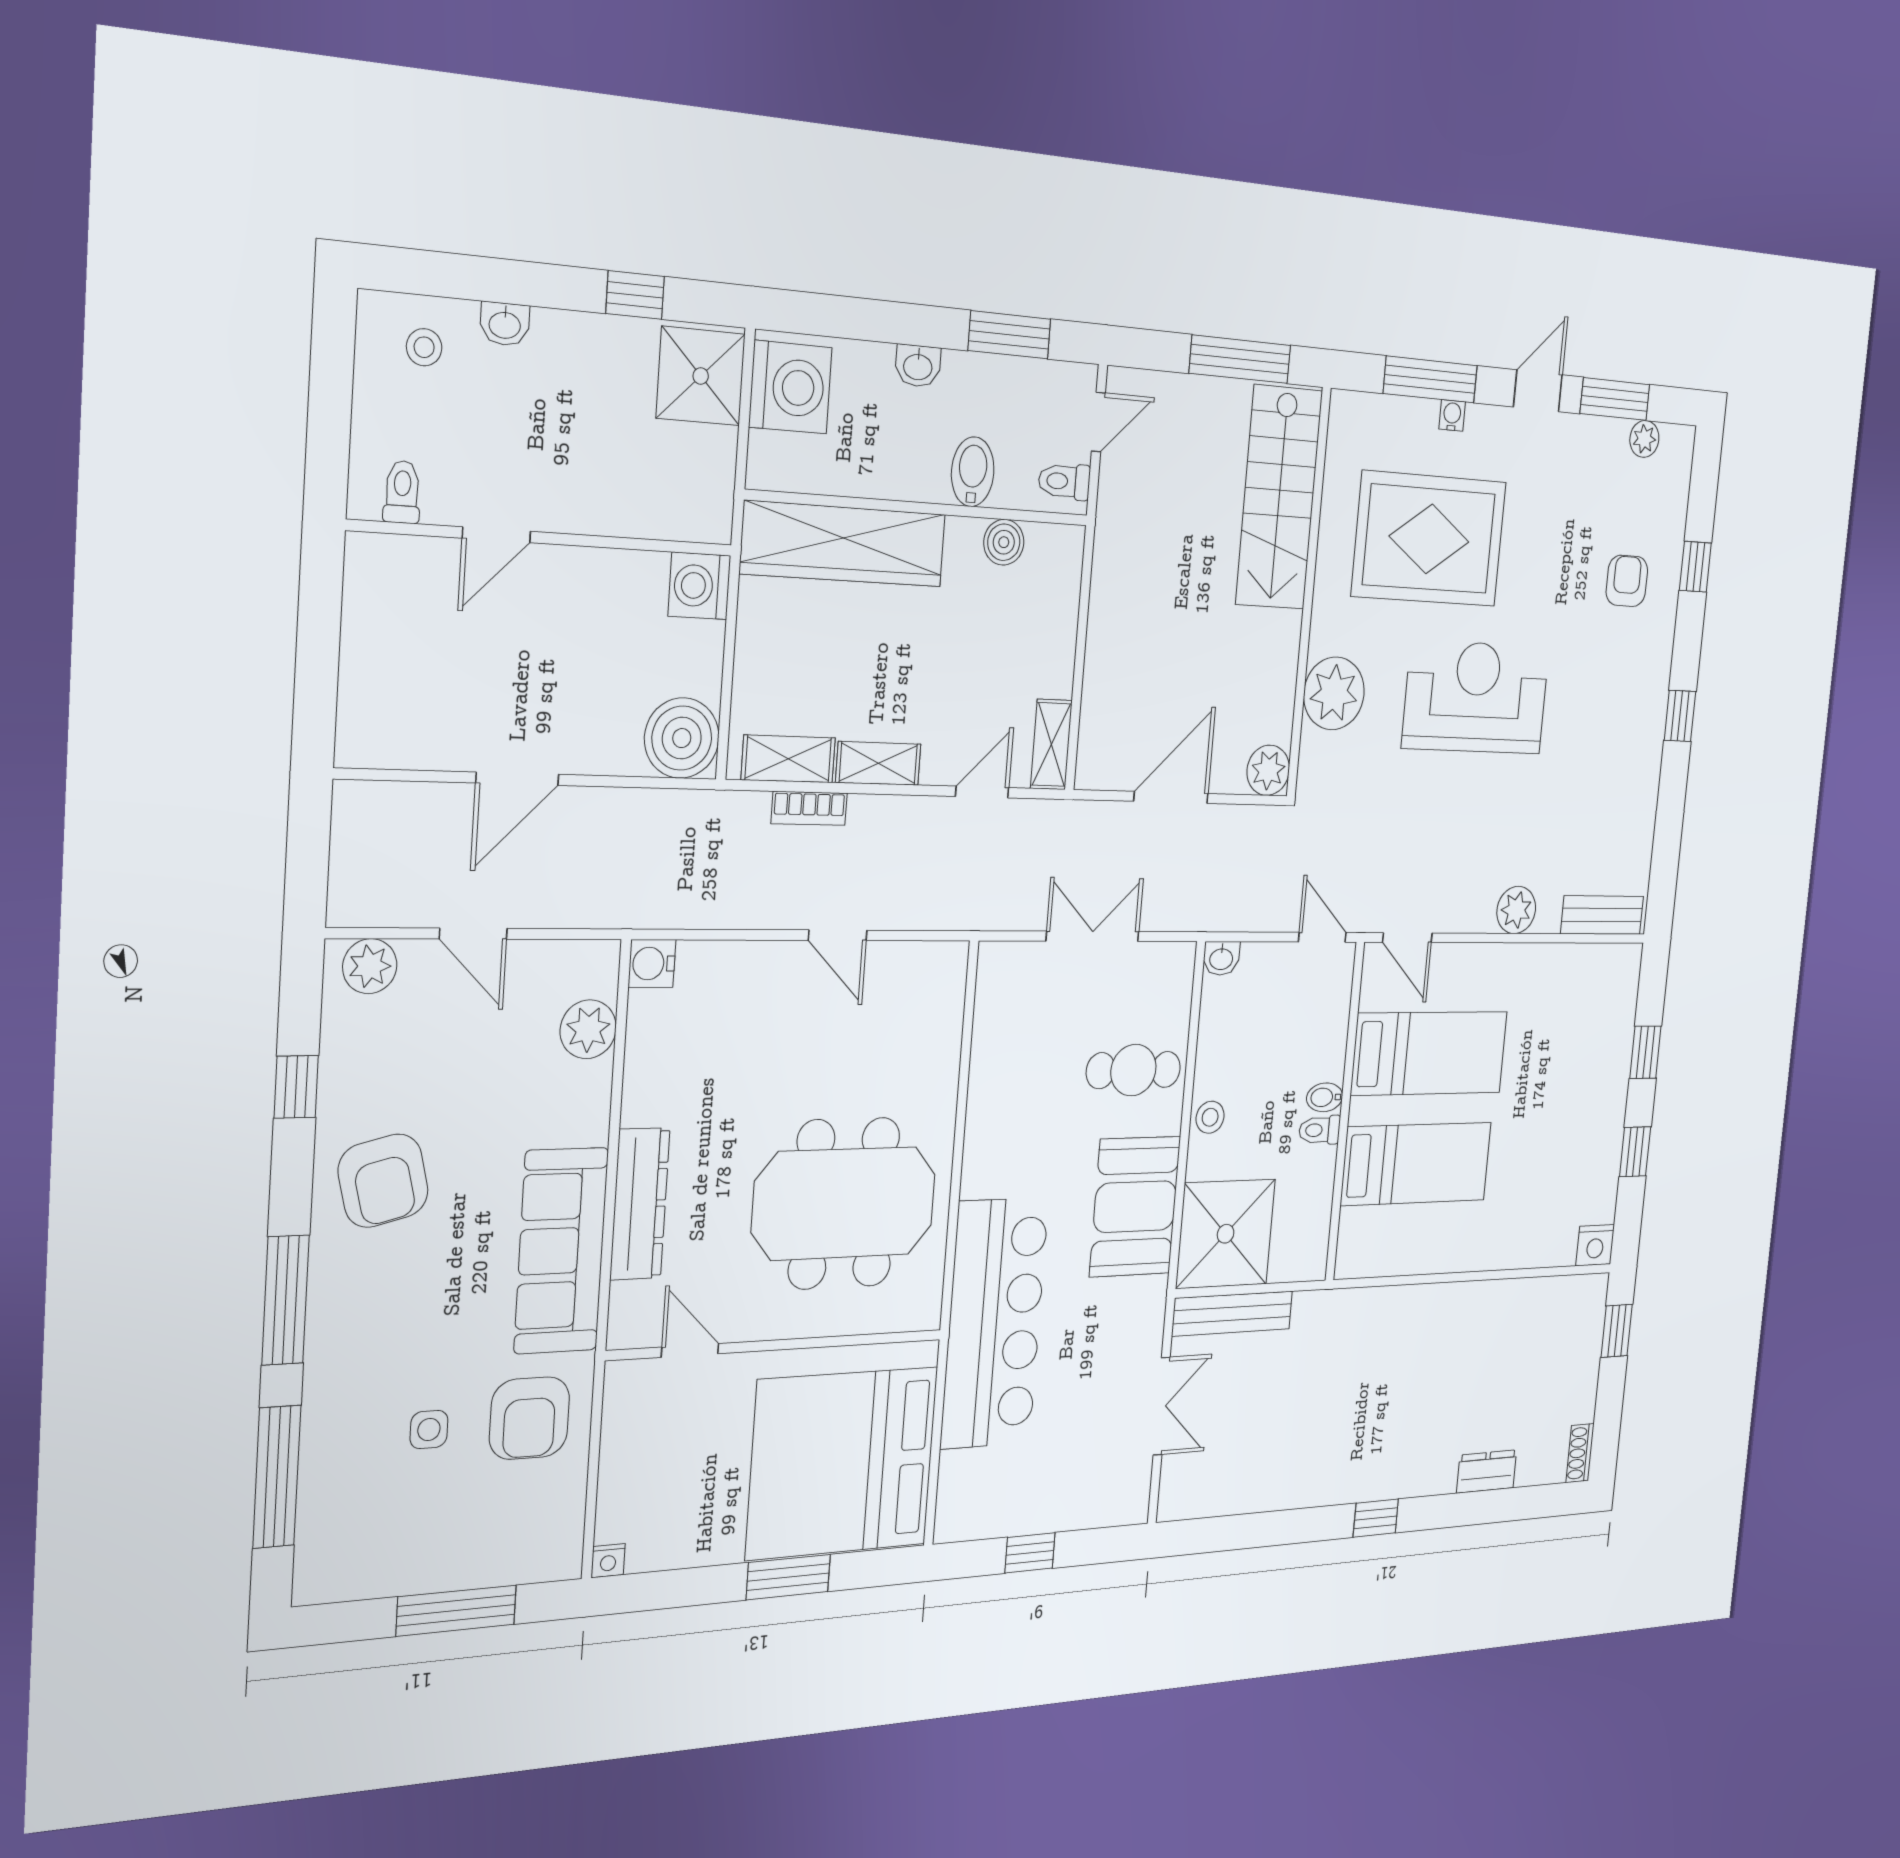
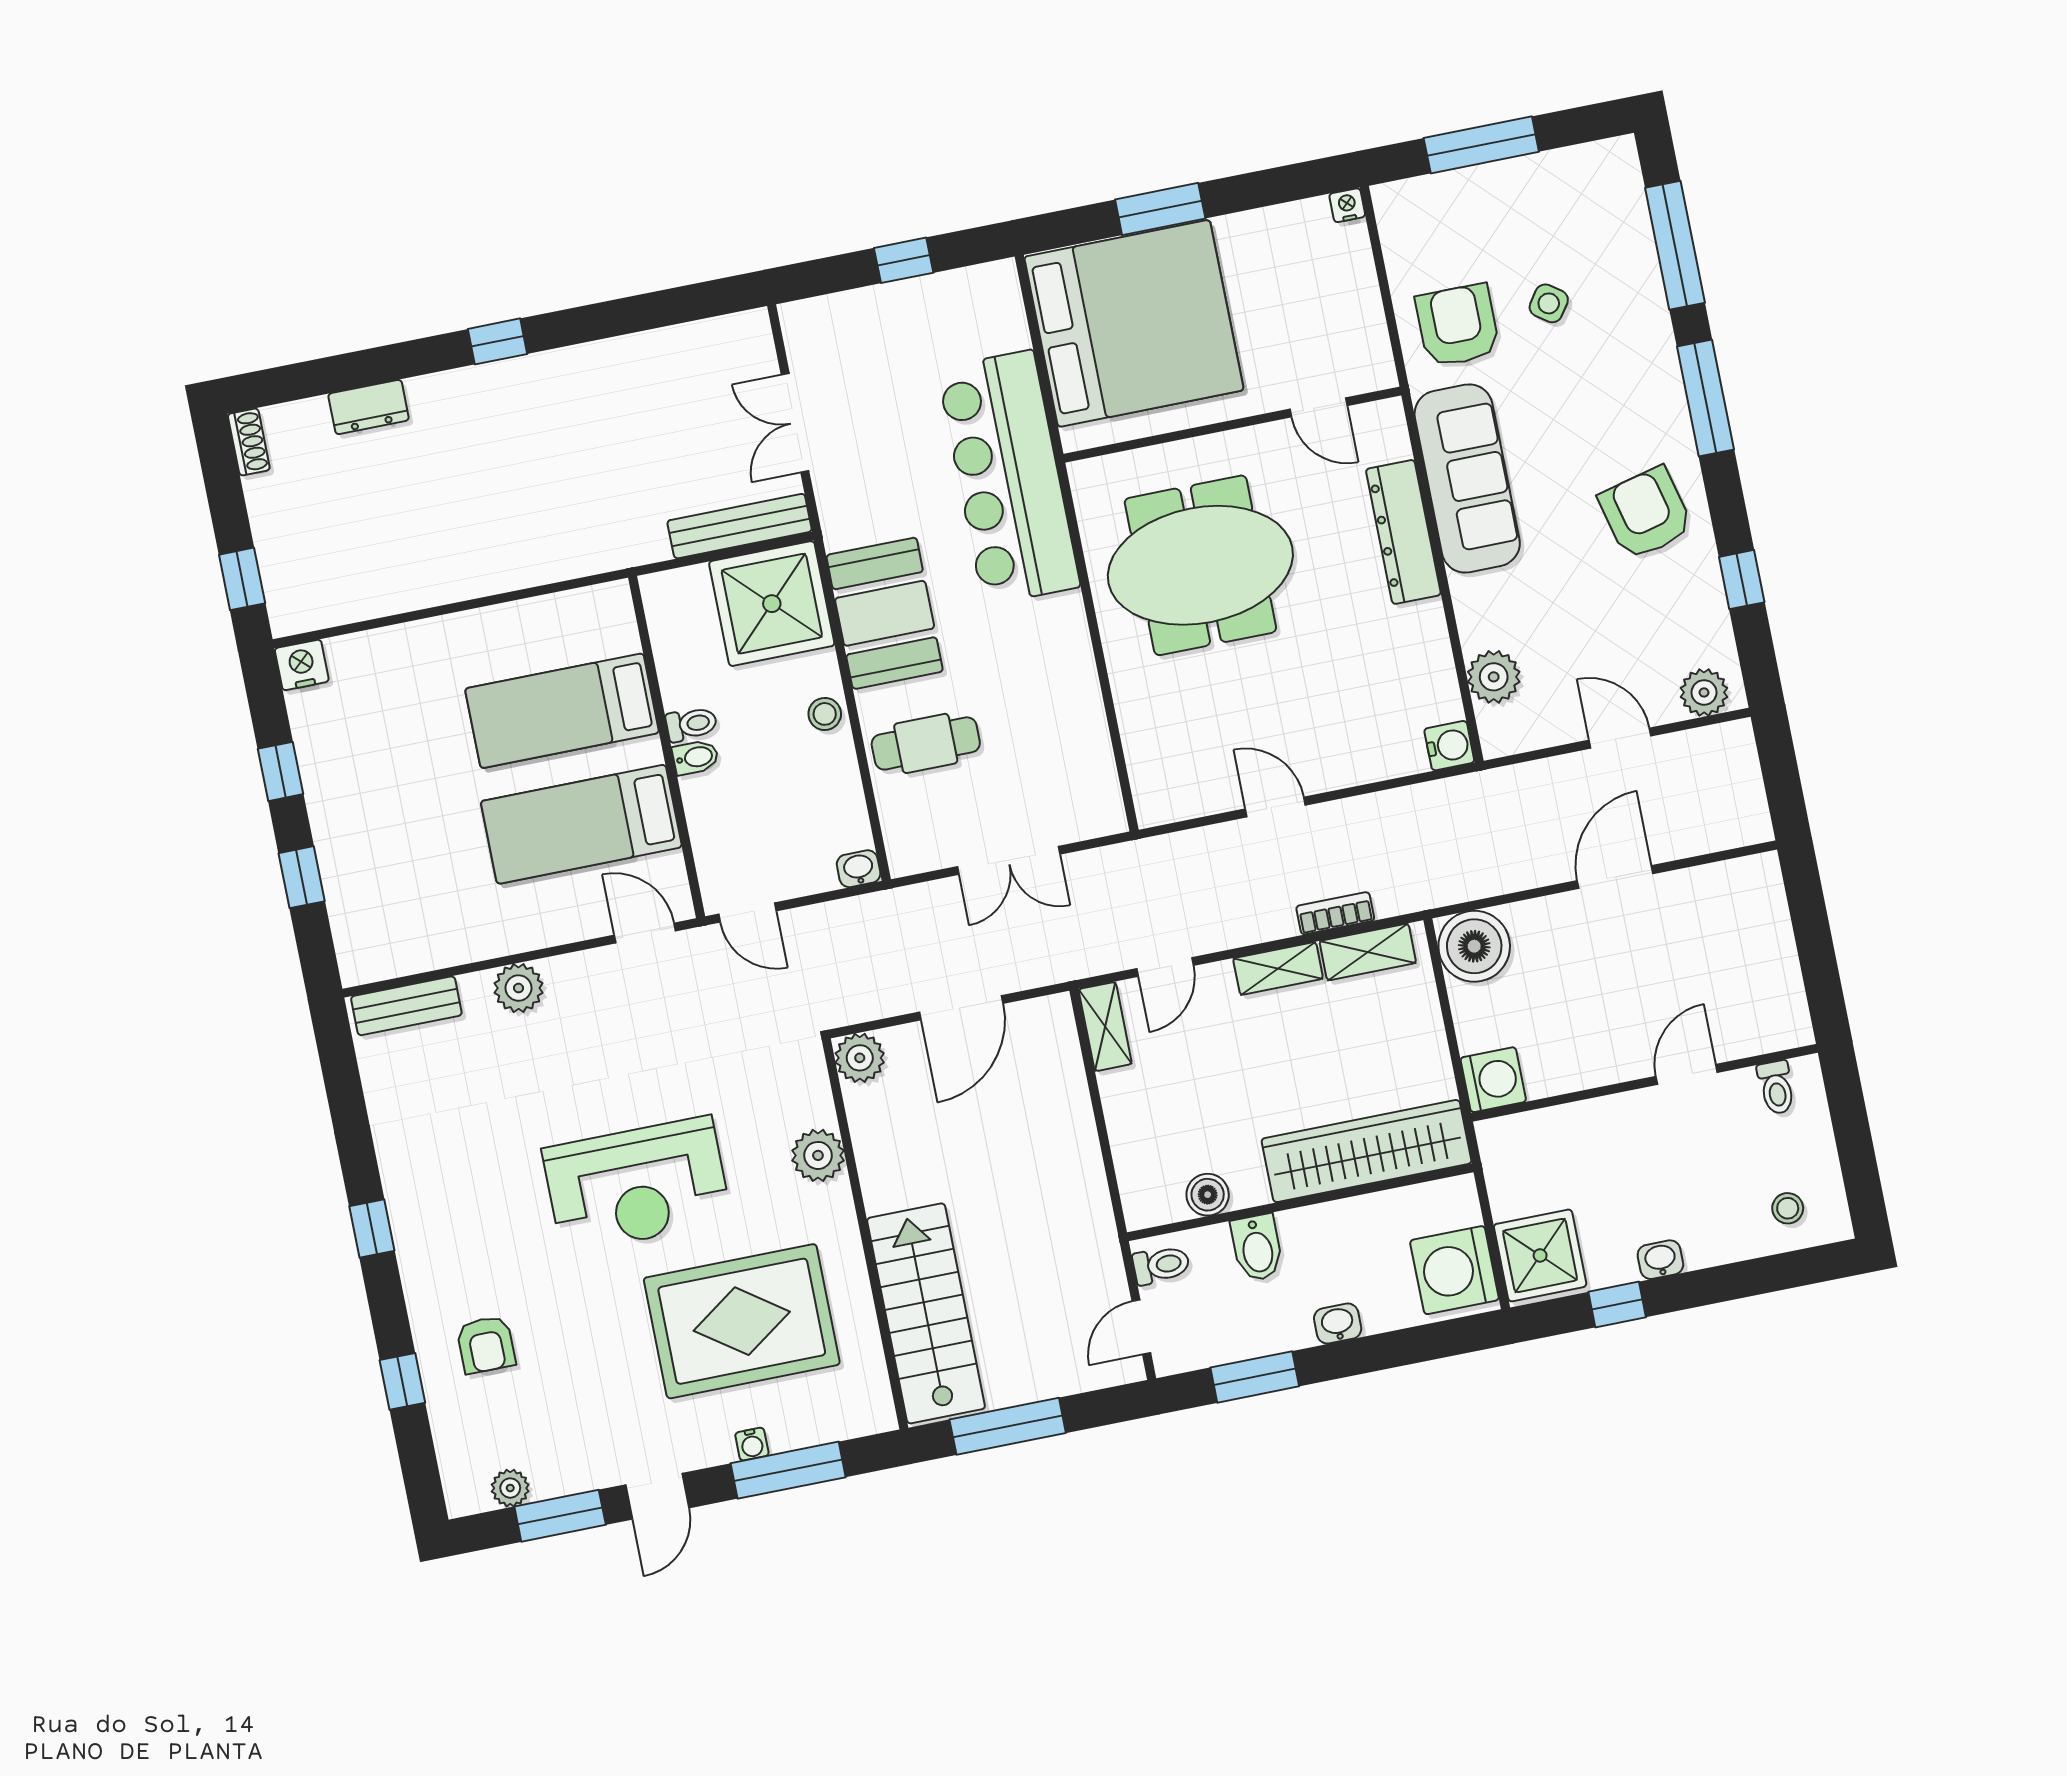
washbasin: (505, 324) -> (1660, 1260), moved
plant: (1334, 693) -> (818, 1155), width x0.73, depth x0.73
side table: (429, 1429) -> (1549, 303), turned 35

